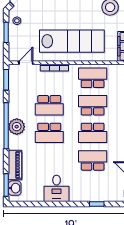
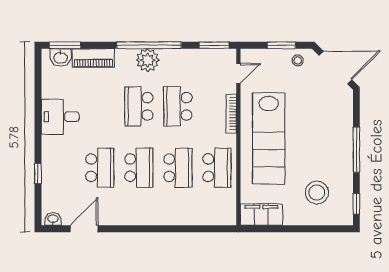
door: (26, 63) -> (238, 73), hinge flipped
school desk: (93, 133) -> (139, 168), turned 180

